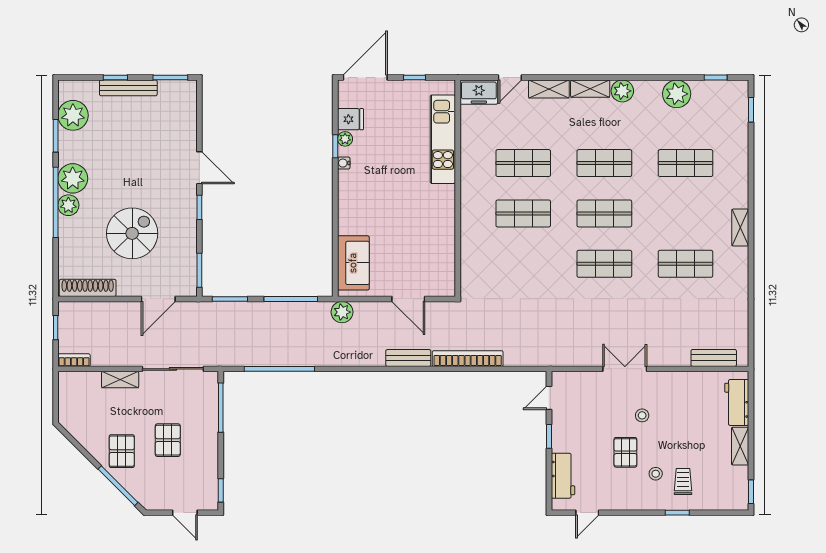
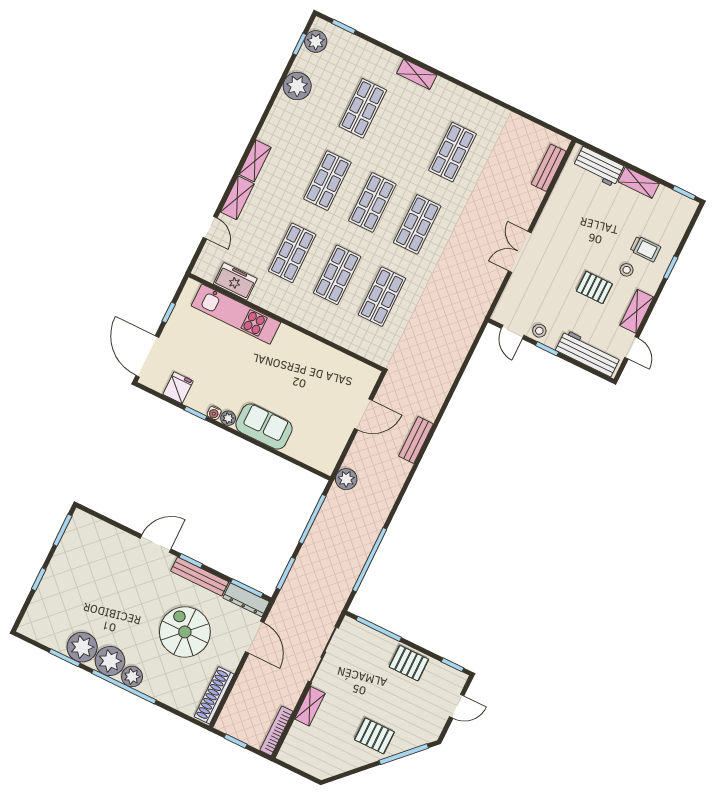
bench: (128, 88) -> (200, 577), moved, turned 90
plant: (622, 91) -> (316, 41), moved
freezer: (479, 92) -> (235, 281), moved, turned -90
plant: (73, 115) -> (82, 647), moved
plant: (345, 139) -> (228, 418), moved
shelving: (740, 228) -> (417, 74), moved
sofa: (353, 263) -> (264, 426), moved
shop shelf: (523, 264) -> (382, 297), added
dresser: (188, 275) -> (246, 600), added
bookcase: (468, 359) -> (442, 387), removed
bookcase: (74, 360) -> (276, 731), width x1.56
stool: (642, 415) -> (539, 331), moved
pallet: (168, 440) -> (409, 663), moved
workbench: (563, 476) -> (588, 353), width x1.38
trolley: (683, 482) -> (645, 249), turned 180
shelving: (623, 501) -> (637, 311), added

